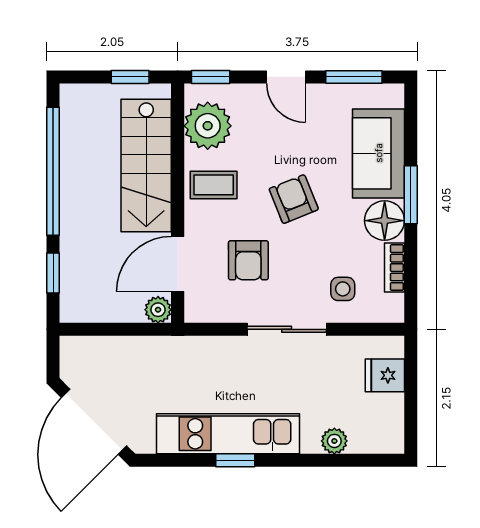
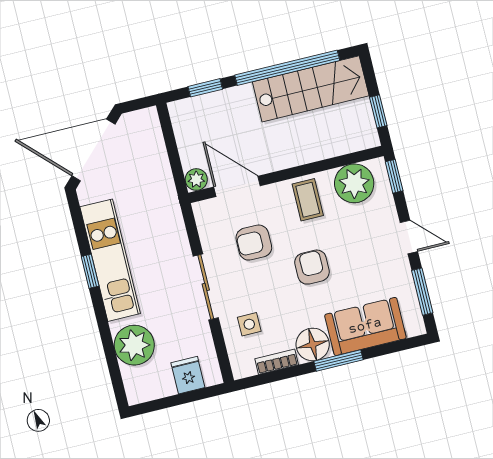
door: (286, 77) -> (409, 237), swing flipped
stairs: (146, 166) -> (311, 89), moved, turned 180
armchair: (294, 199) -> (312, 267), turned -68
plant: (334, 441) -> (134, 345), width x1.87, depth x1.87

